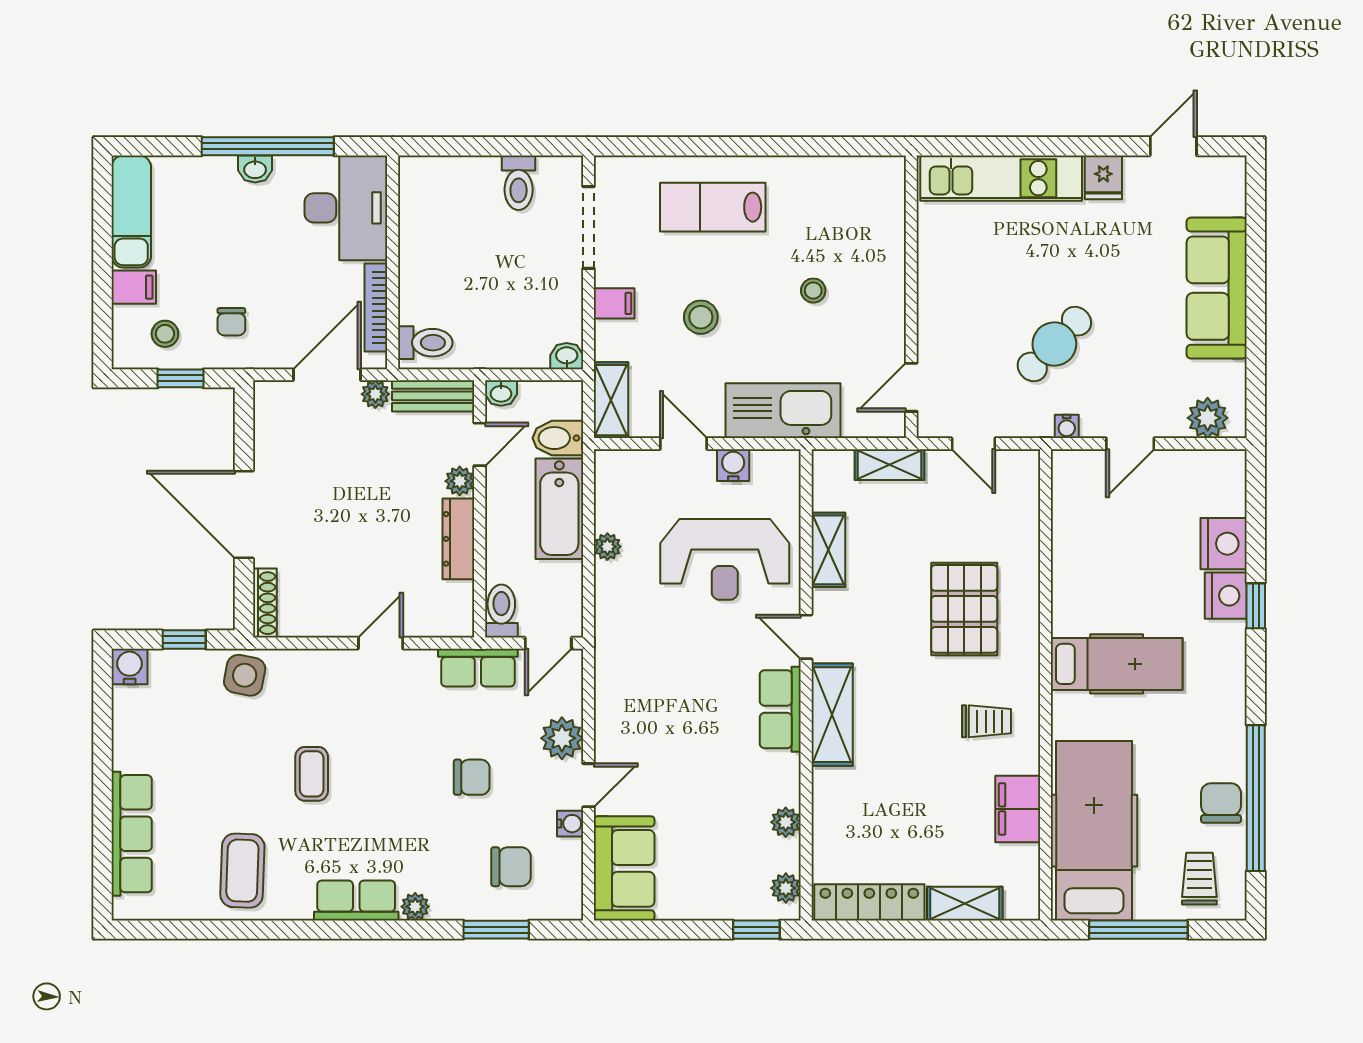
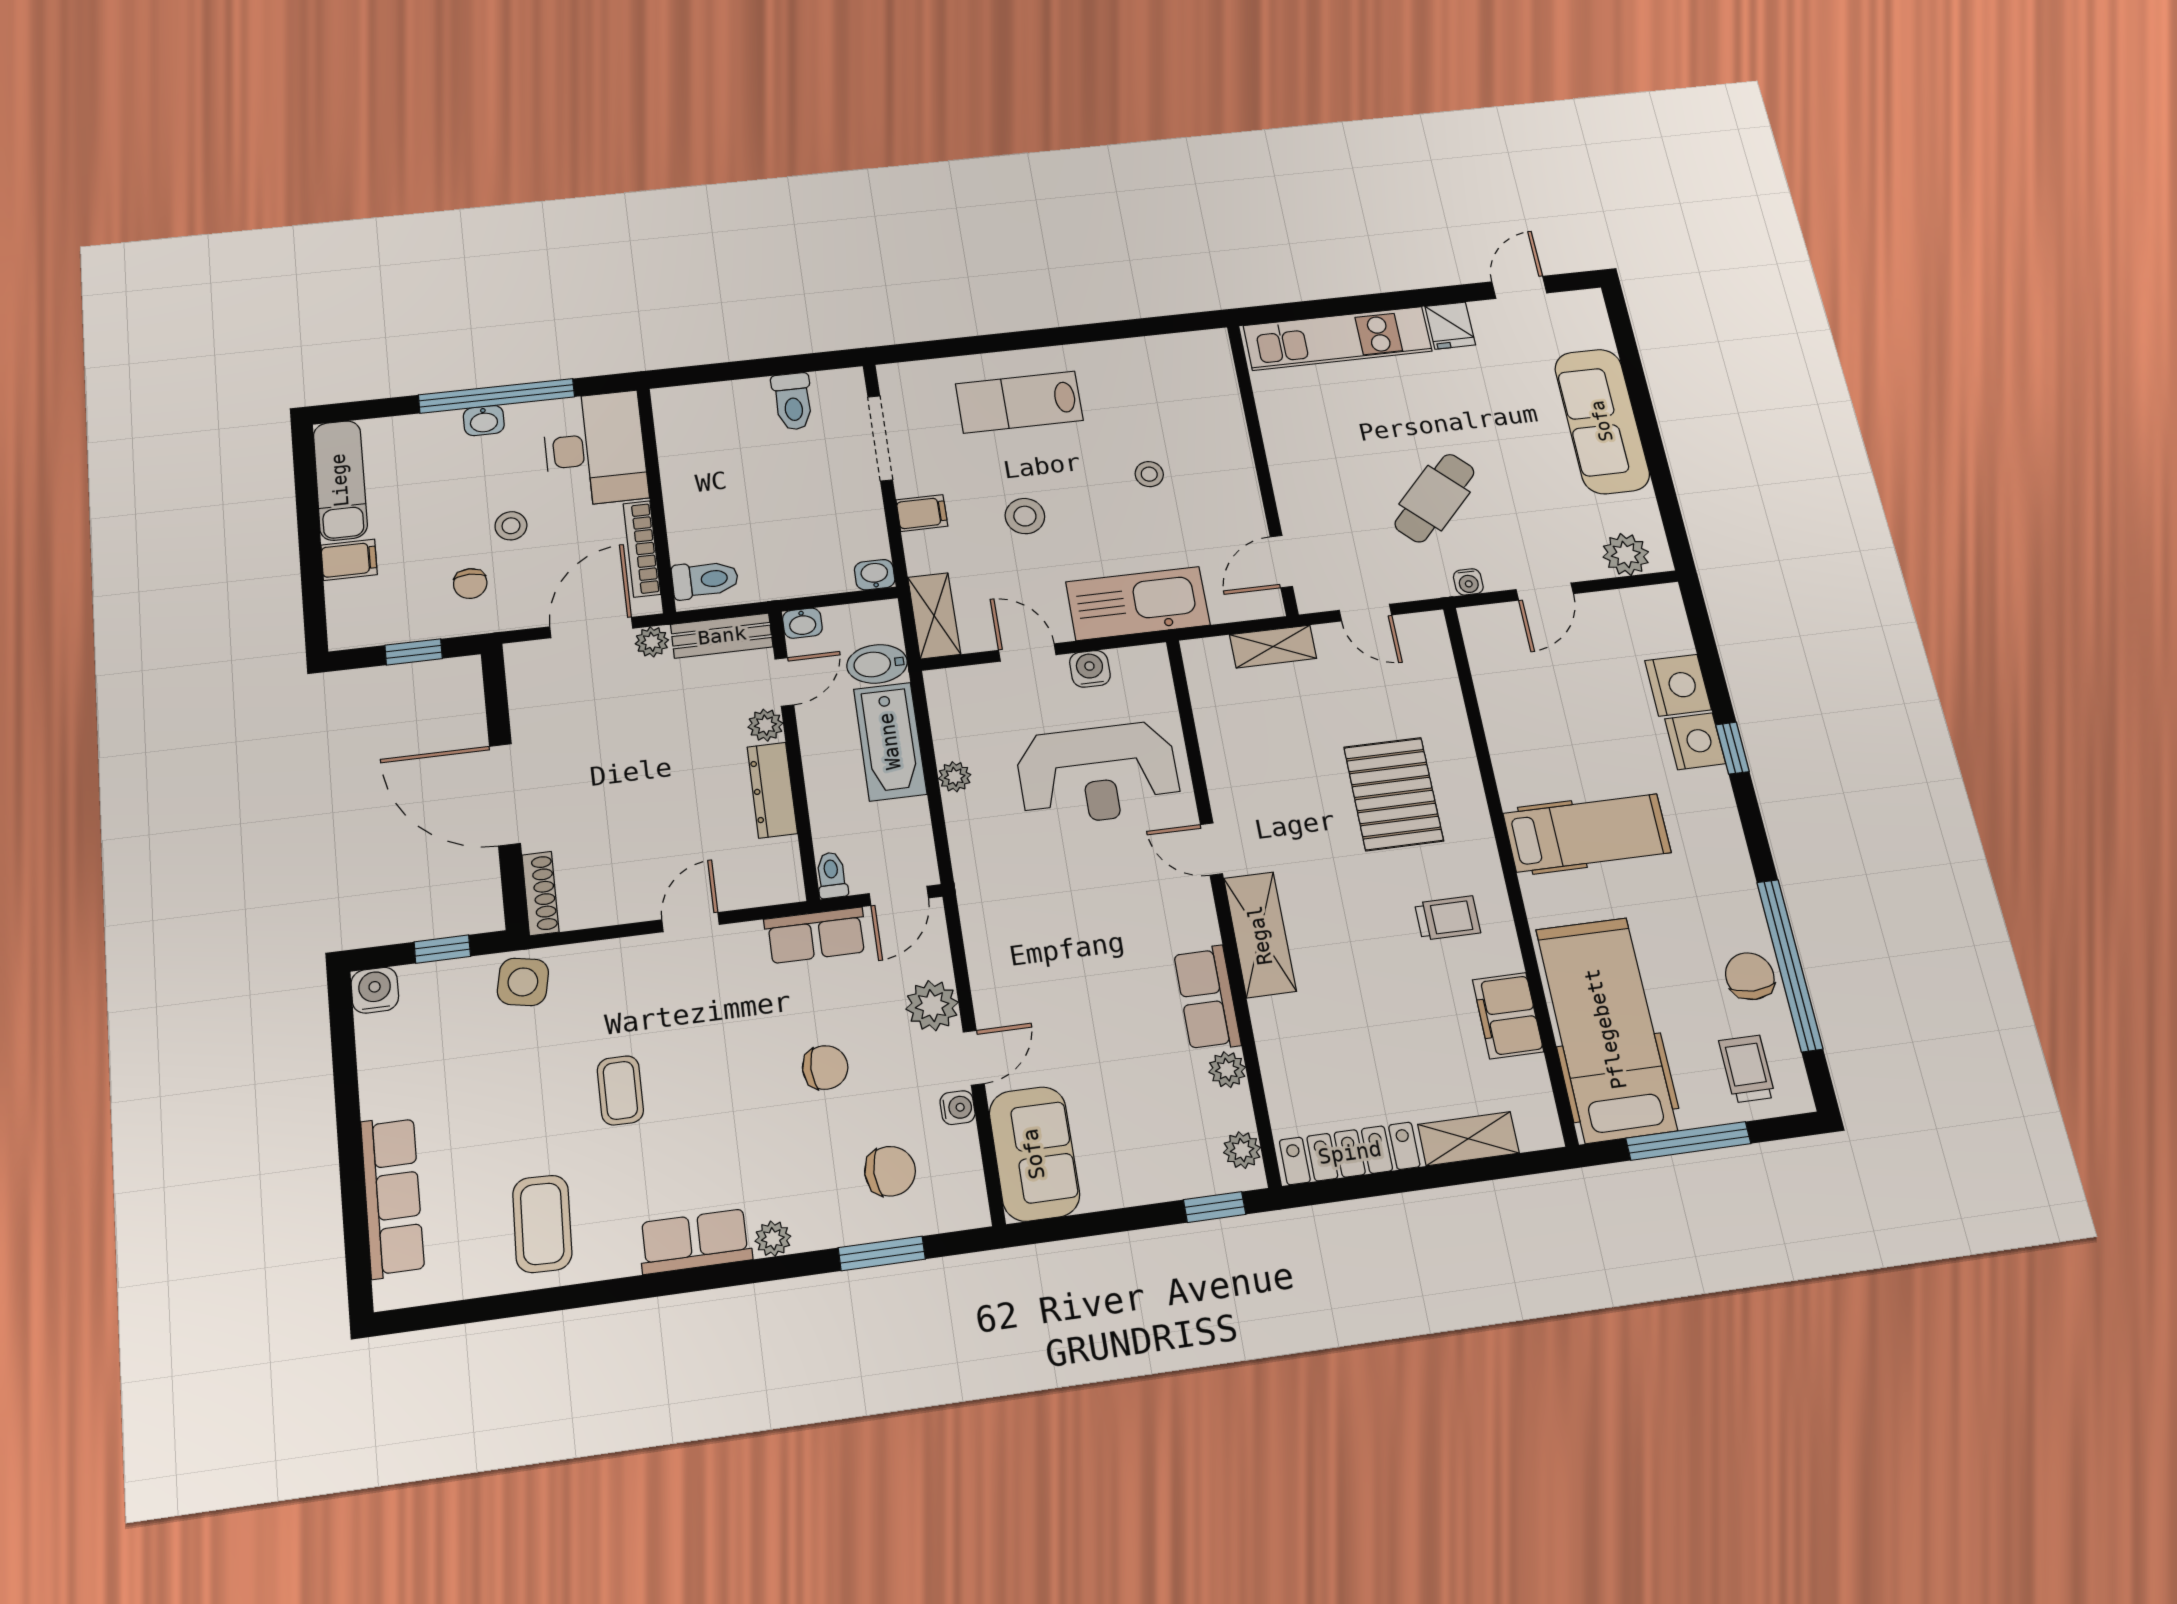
stool: (165, 334) -> (511, 526), moved
shelving: (828, 550) -> (1219, 748), removed
toilet: (501, 611) -> (832, 875), width x0.73, depth x0.72
row of seats: (780, 709) -> (1207, 998), moved

